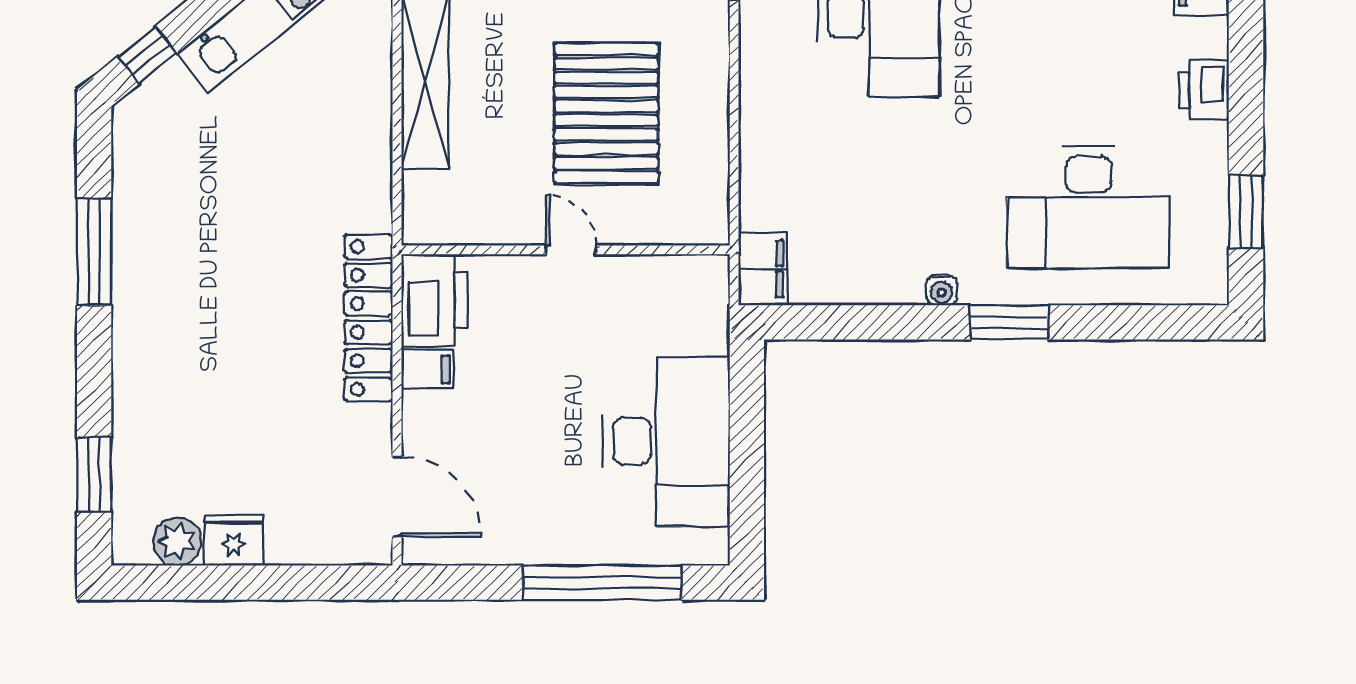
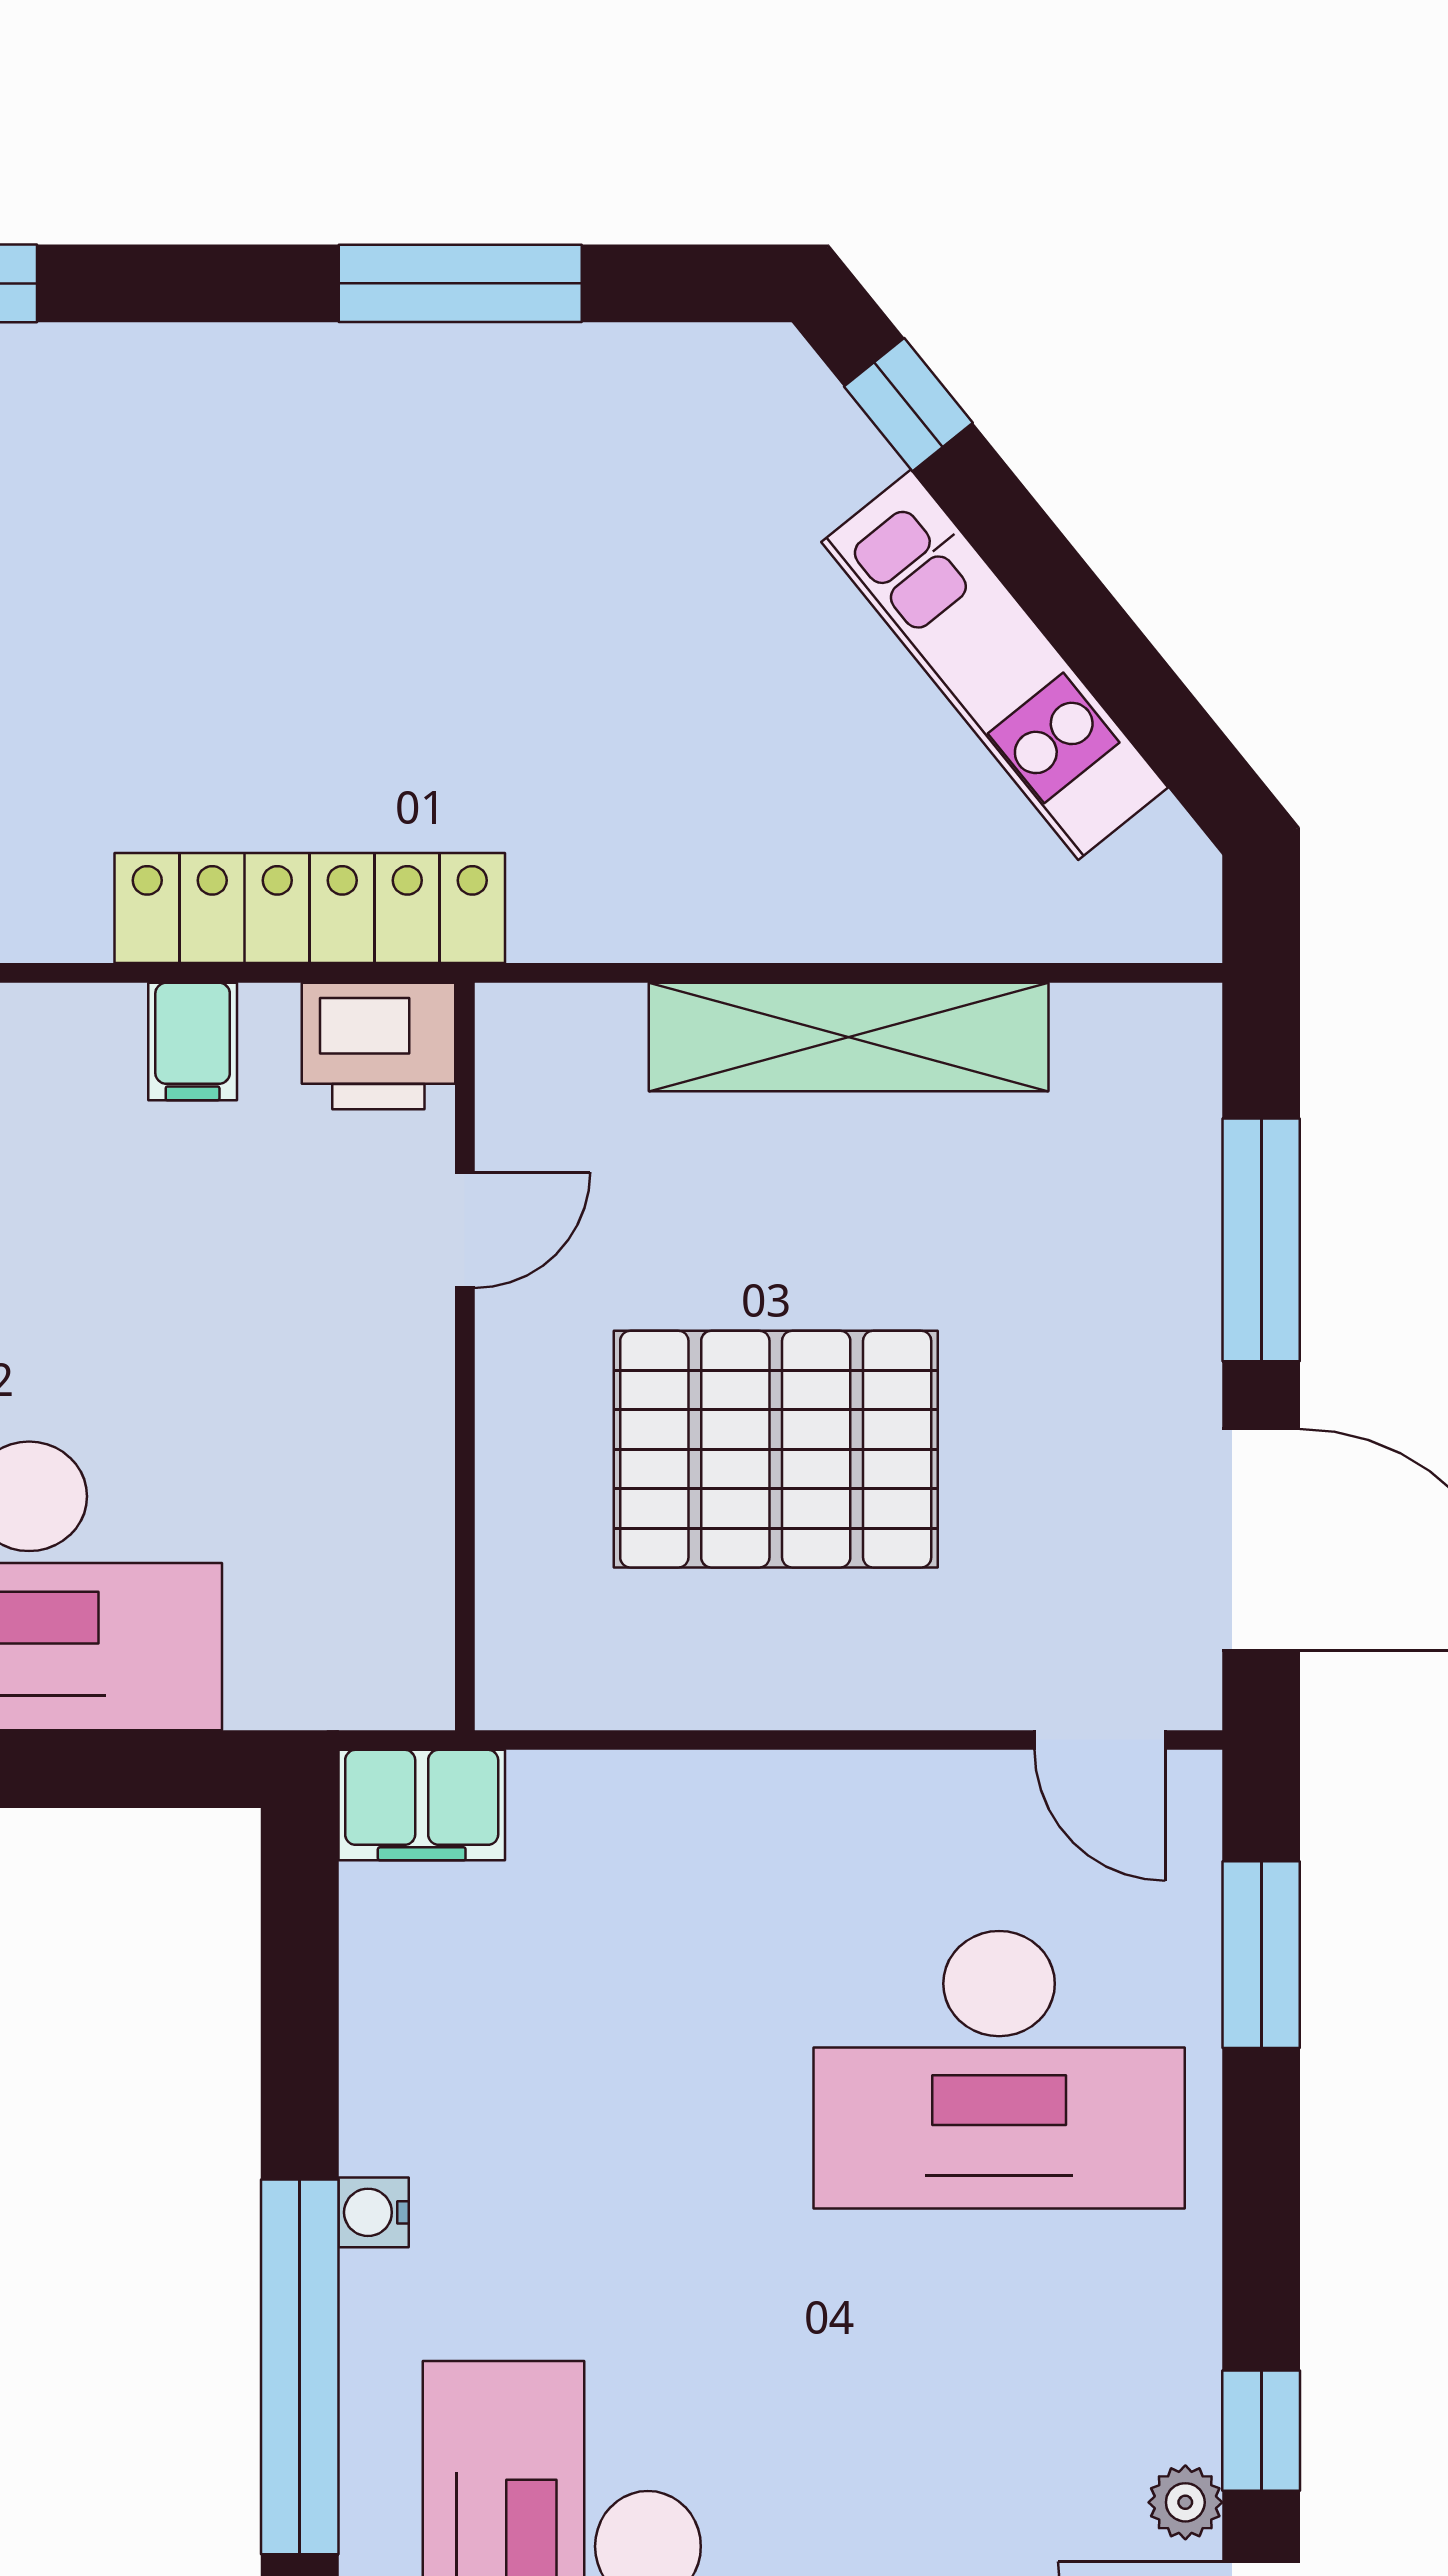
door: (571, 250) -> (465, 1230), moved
printer: (435, 300) -> (378, 1046), width x0.73, depth x0.84
window: (1009, 322) -> (300, 2367), width x2.11

